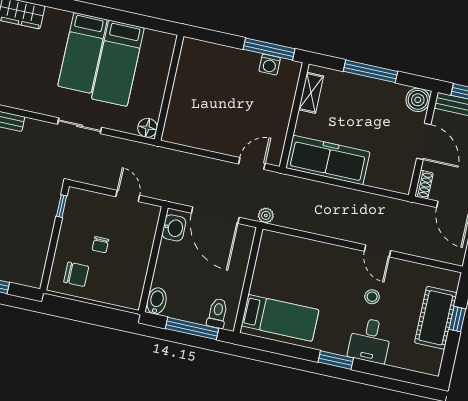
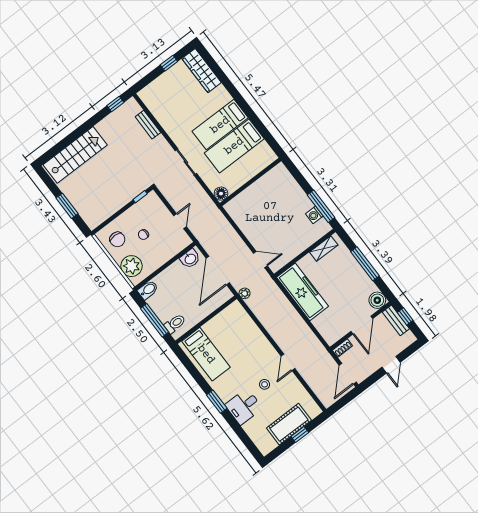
plant: (116, 290) -> (131, 266), added

